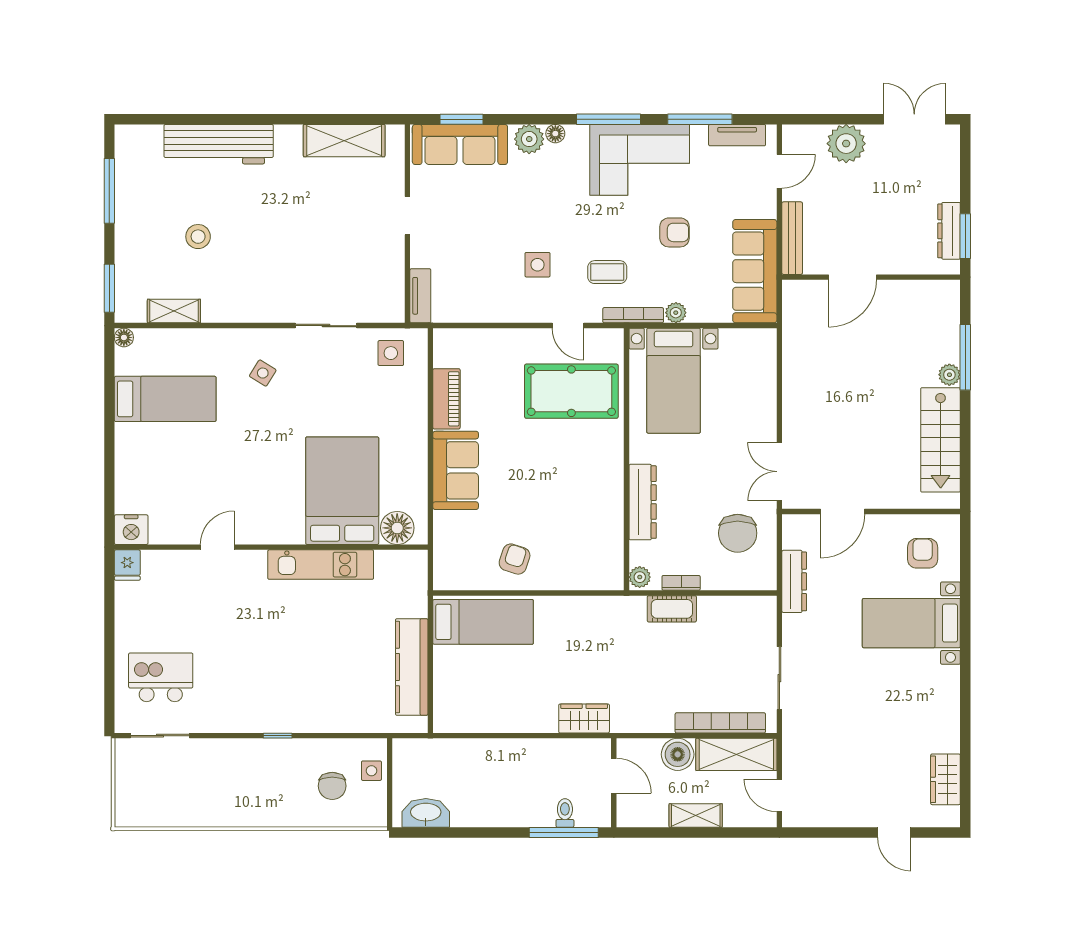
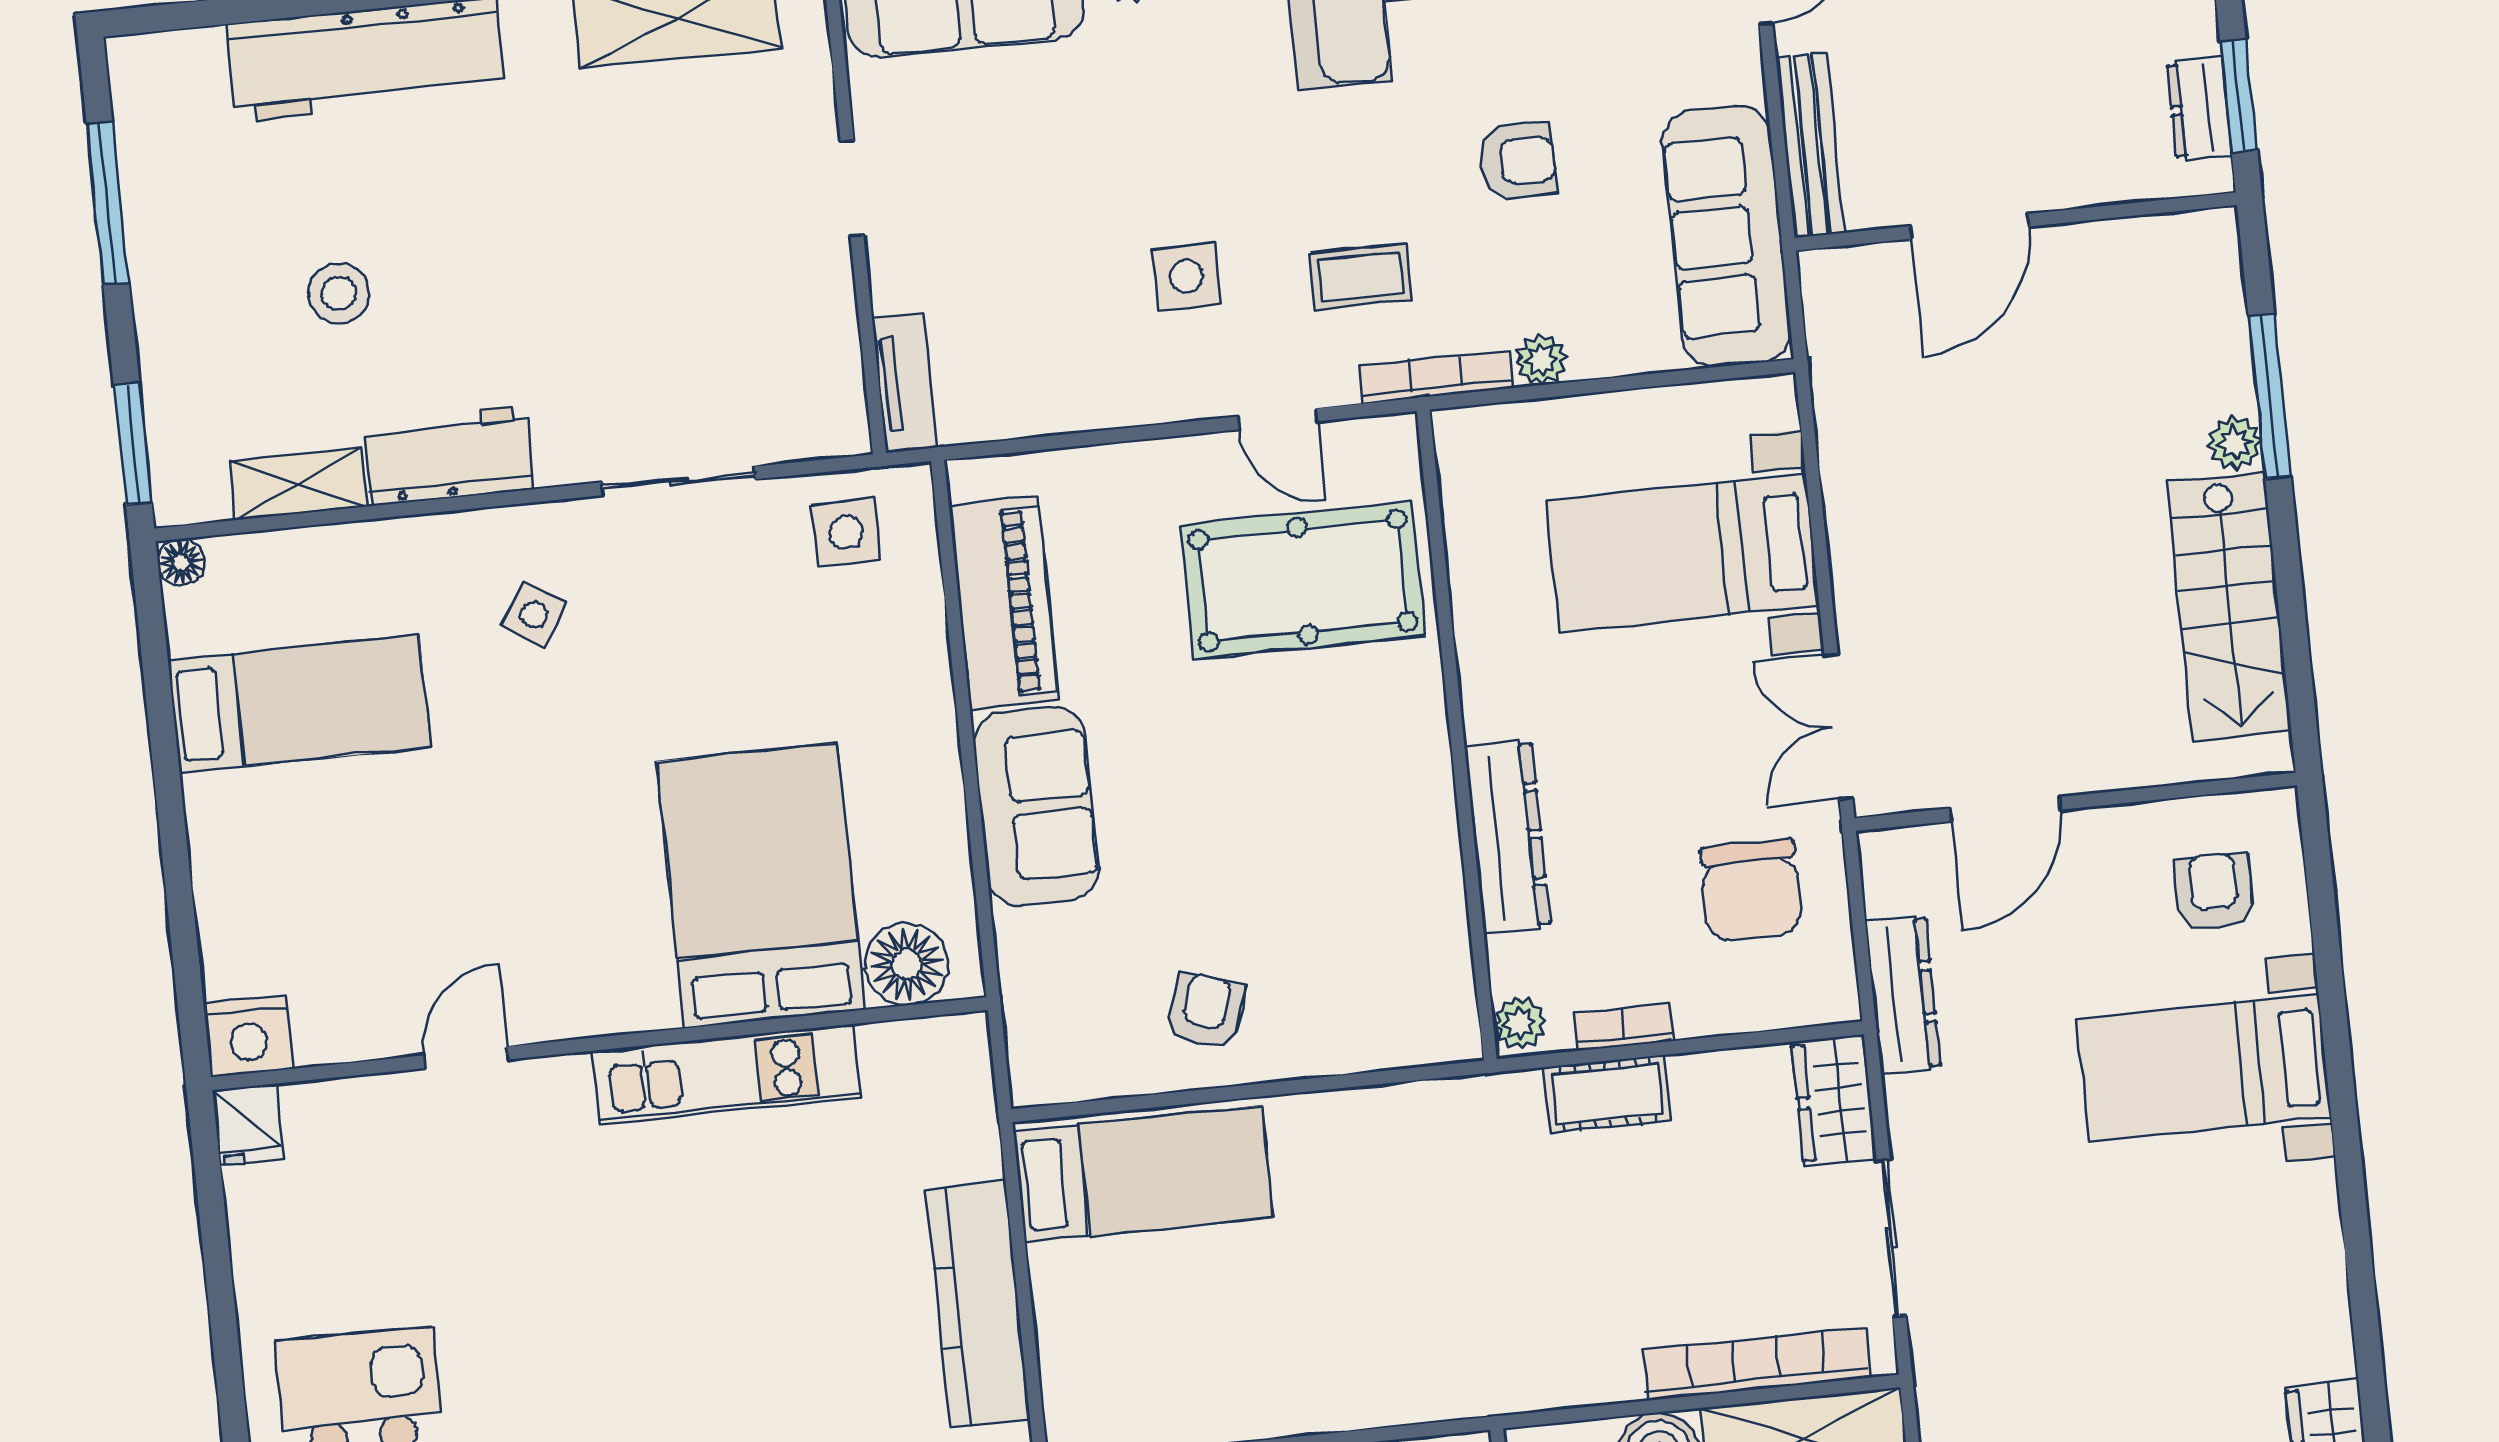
dresser: (949, 231) -> (2199, 108), width x0.70
workbench: (235, 306) -> (449, 456), added
bed with nightstands: (674, 381) -> (1682, 553), moved, turned 90
piano: (446, 399) -> (1004, 603), width x1.37, depth x1.33
wardrobe: (584, 718) -> (1834, 1100), moved, turned -90

